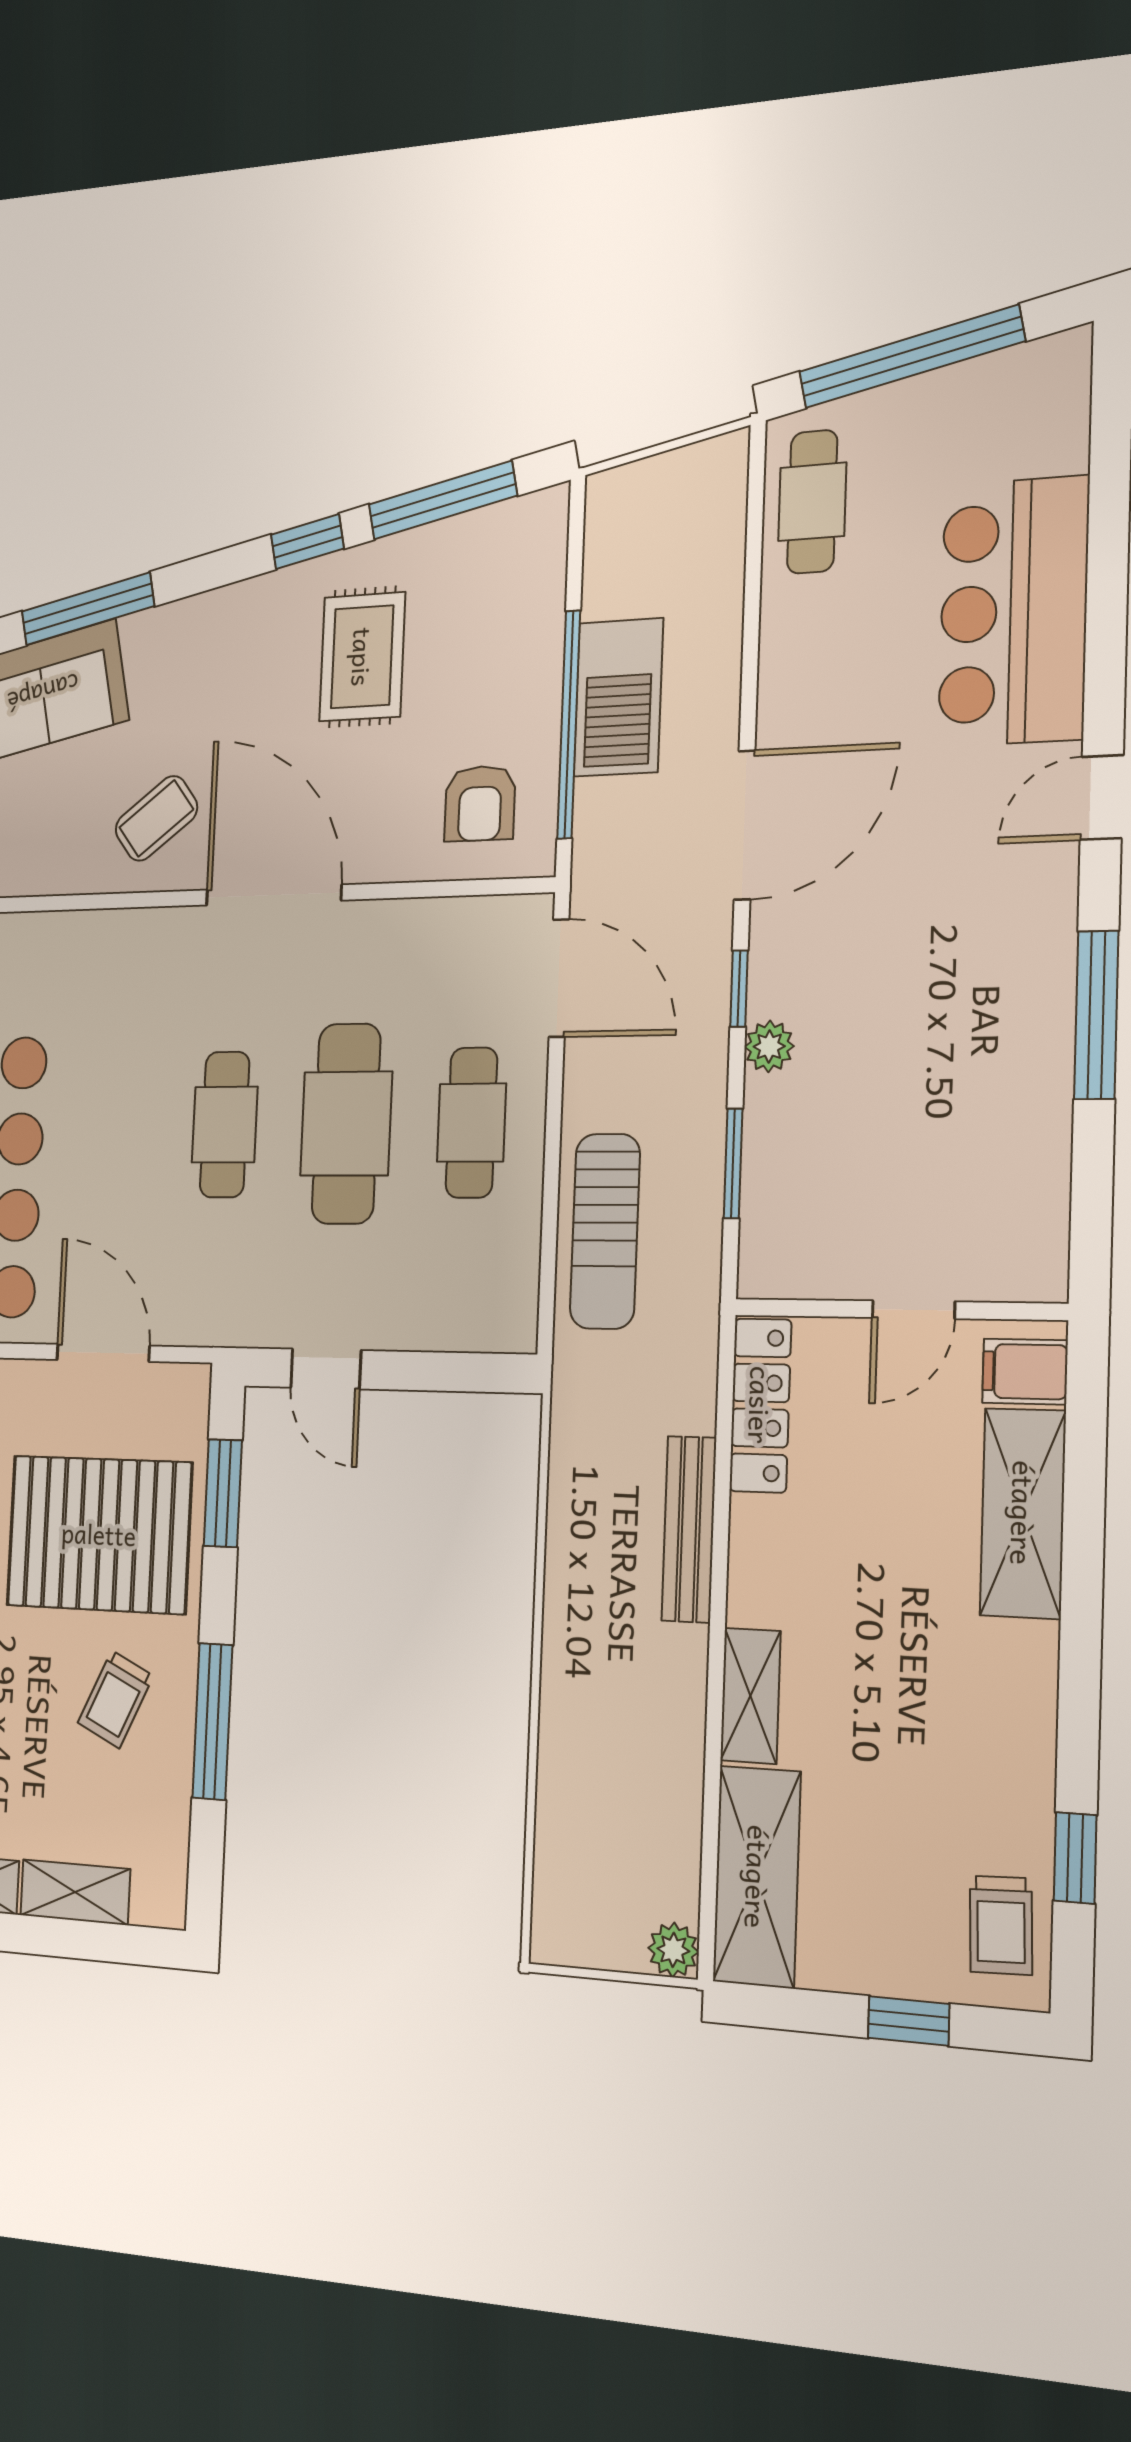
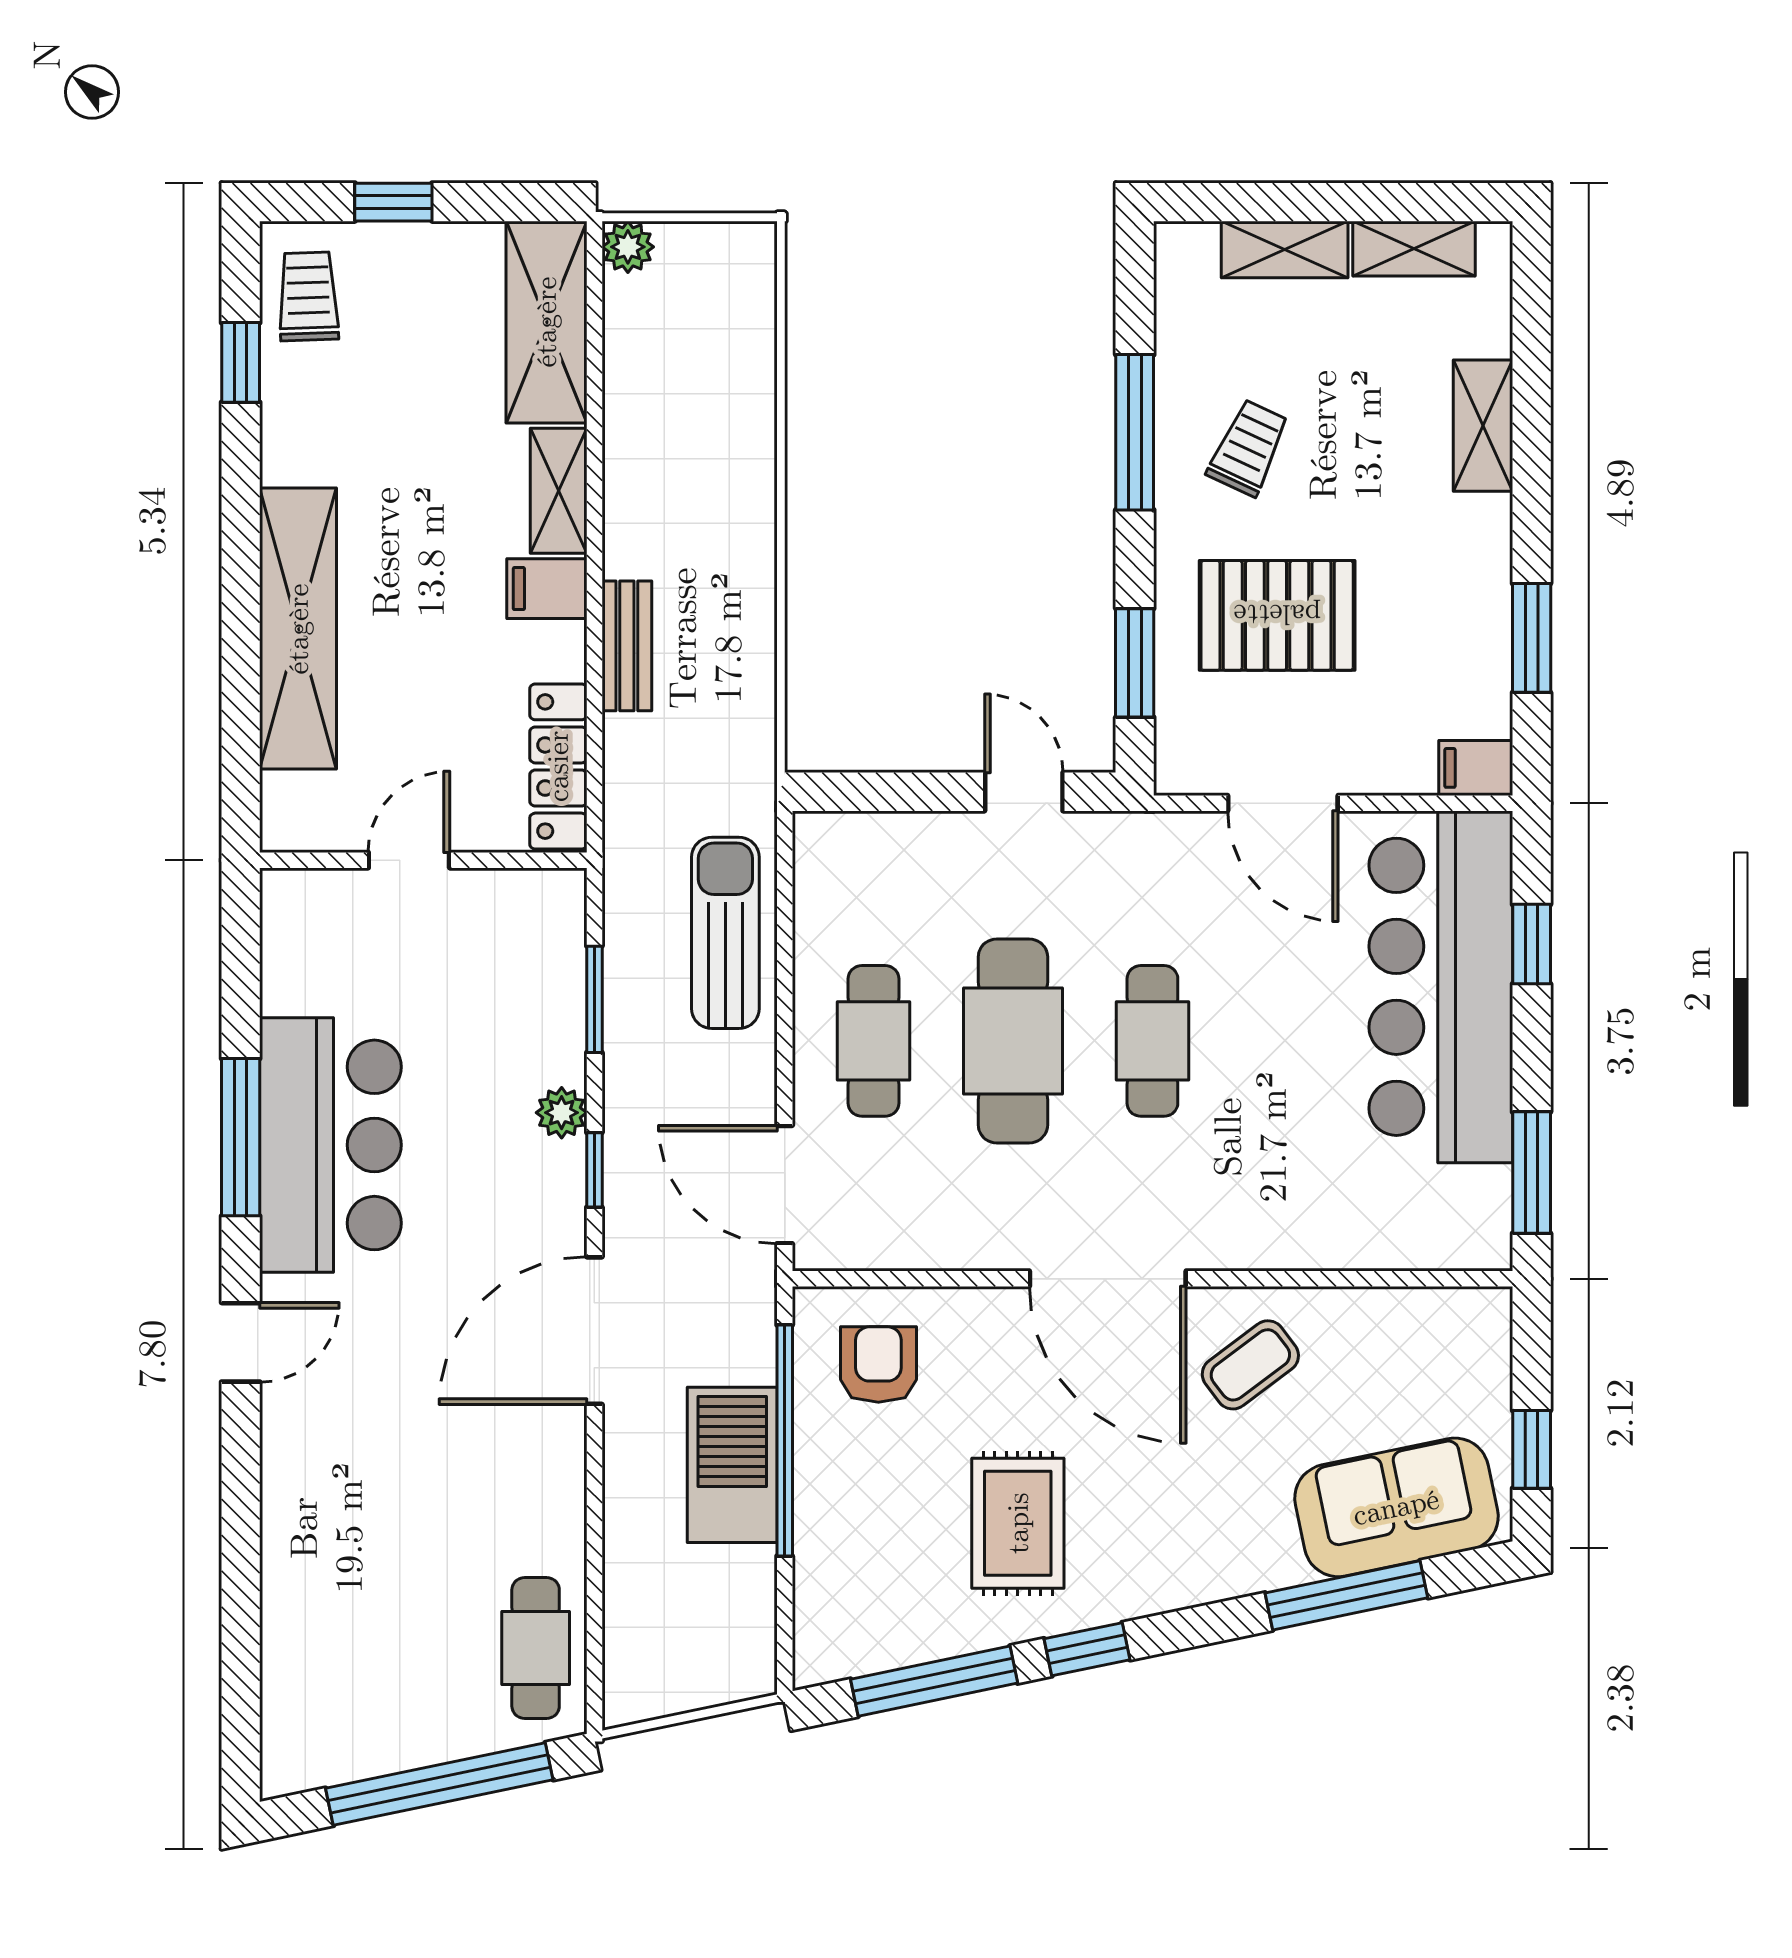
bar counter: (1014, 611) -> (330, 1145), moved
filing cabinet: (1025, 1372) -> (547, 589), moved, turned 180
shelving: (1023, 1513) -> (298, 629), width x1.47
bench: (689, 1529) -> (627, 646), width x0.73
pallet: (99, 1534) -> (1277, 615), width x0.73, depth x0.71

